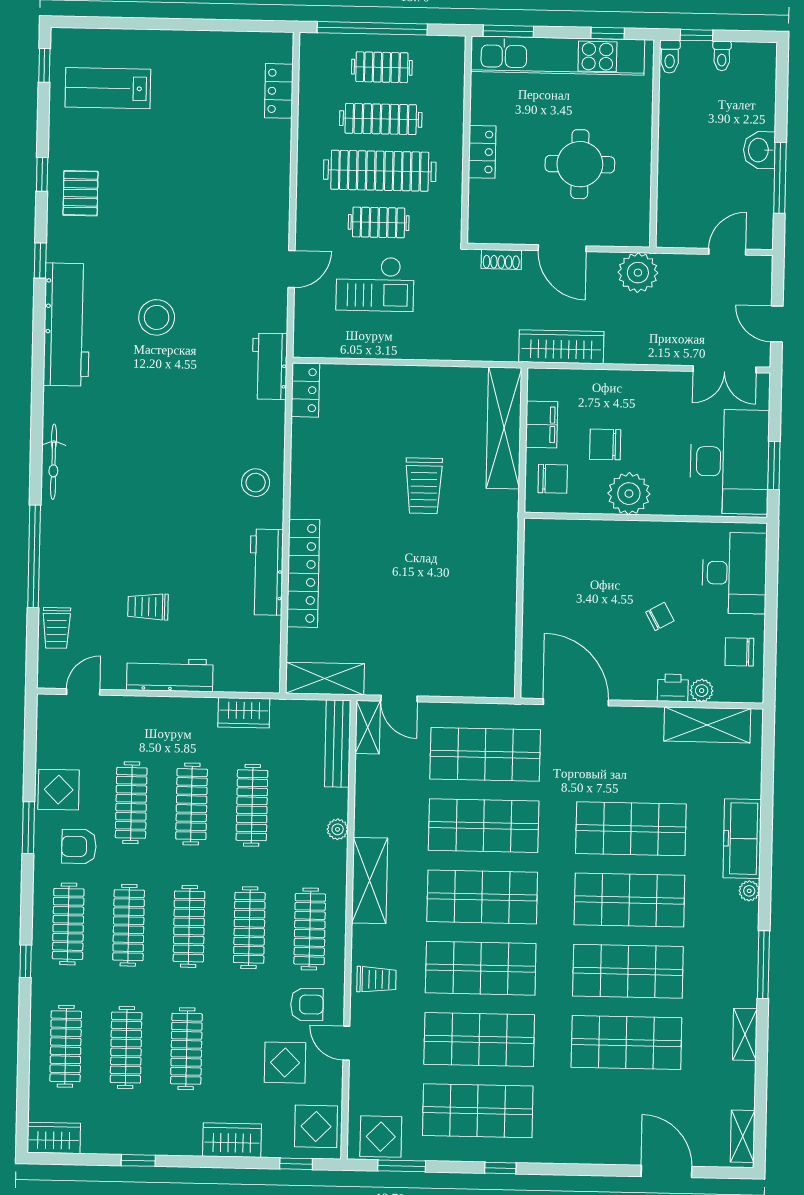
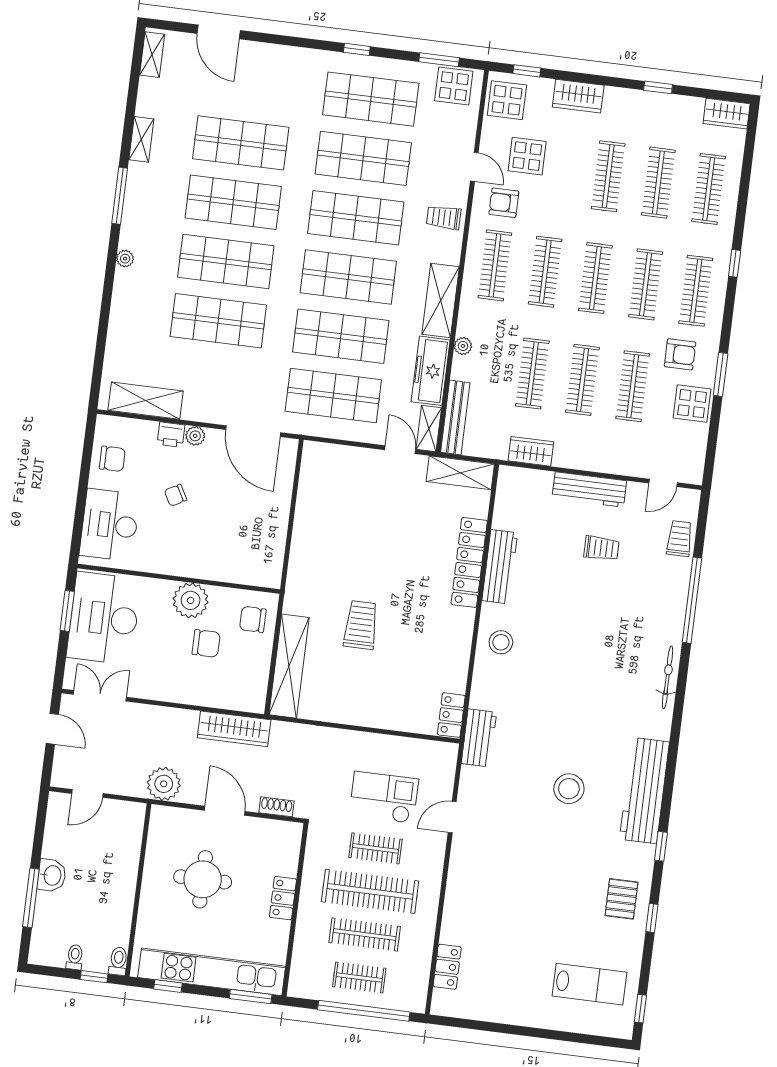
window: (780, 178) -> (31, 898), moved
filing cabinet: (542, 425) -> (257, 666), removed
plant: (702, 691) -> (195, 436), moved
freezer: (742, 839) -> (431, 371), moved, turned 180

